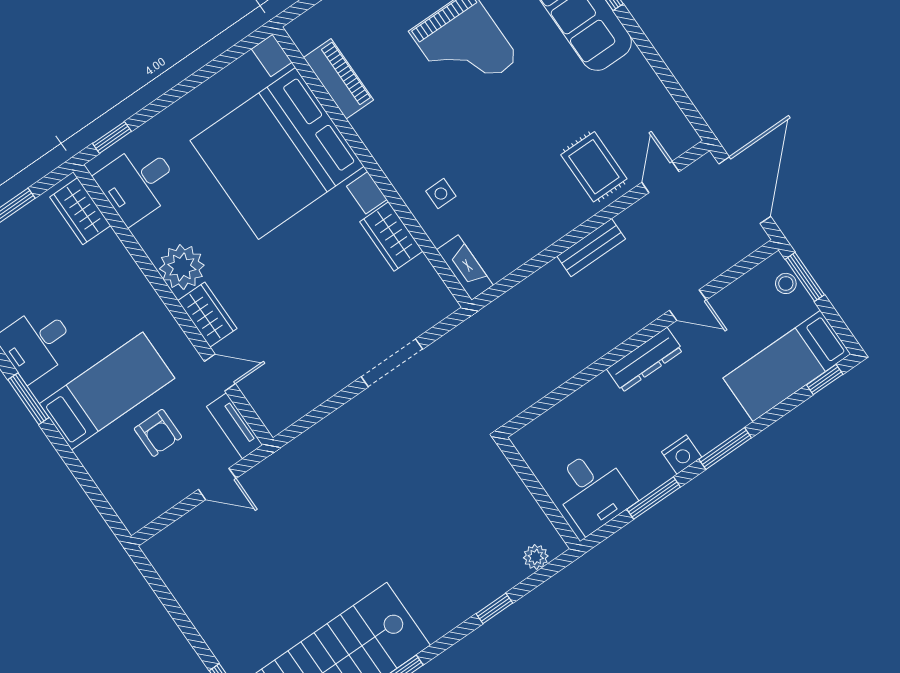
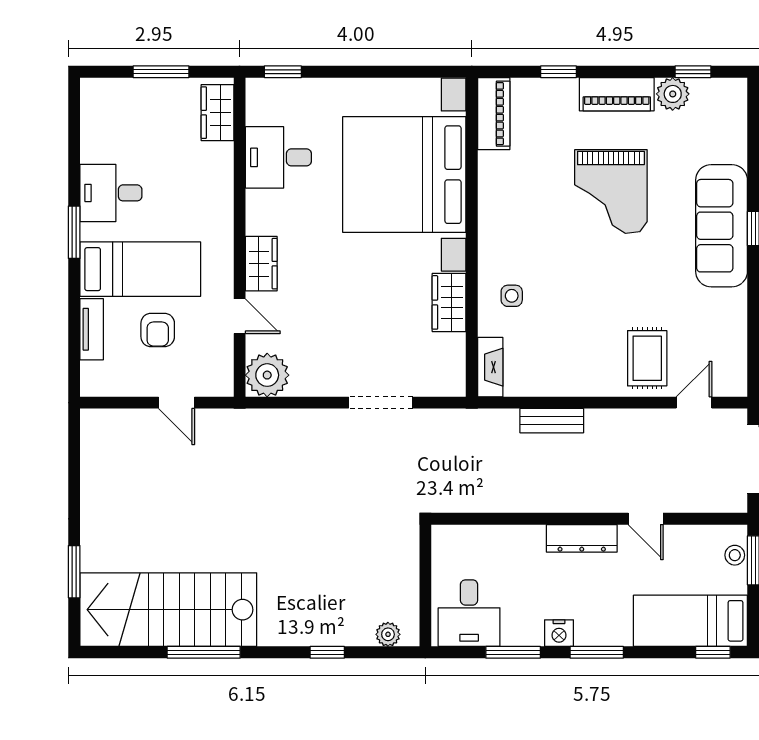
piano: (339, 79) -> (494, 114), moved
desk: (138, 183) -> (278, 157), moved
bench: (591, 248) -> (552, 421), moved
plant: (182, 267) -> (267, 375), moved
tv unit: (235, 426) -> (92, 329), moved, turned 180

